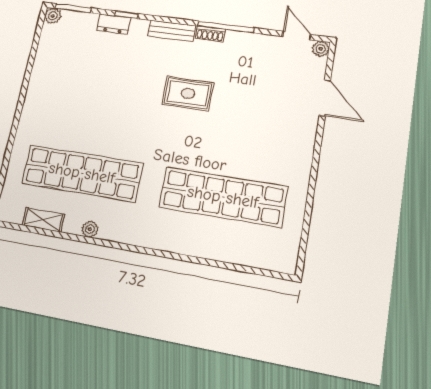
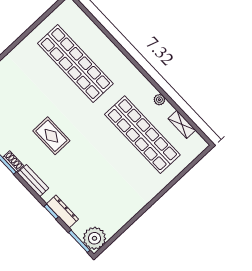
plant: (53, 16) -> (94, 238), width x1.88, depth x1.88
dresser: (114, 24) -> (62, 212), width x1.44

